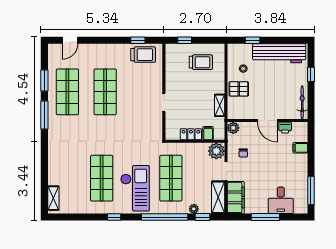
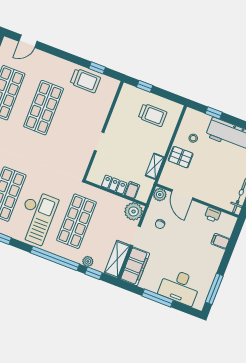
trolley: (143, 55) -> (85, 81), moved
door: (267, 121) -> (182, 195), moved
desk: (281, 200) -> (180, 287), width x1.37

